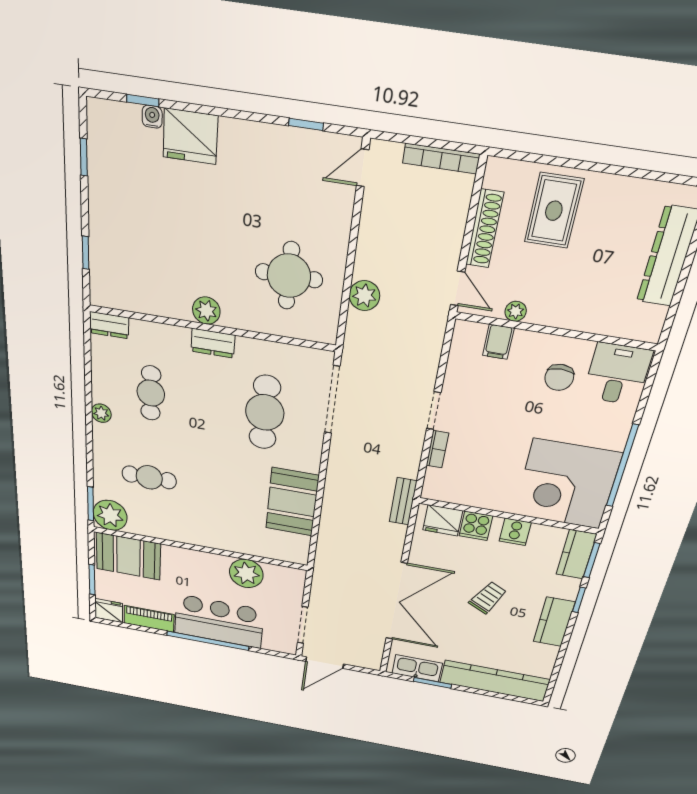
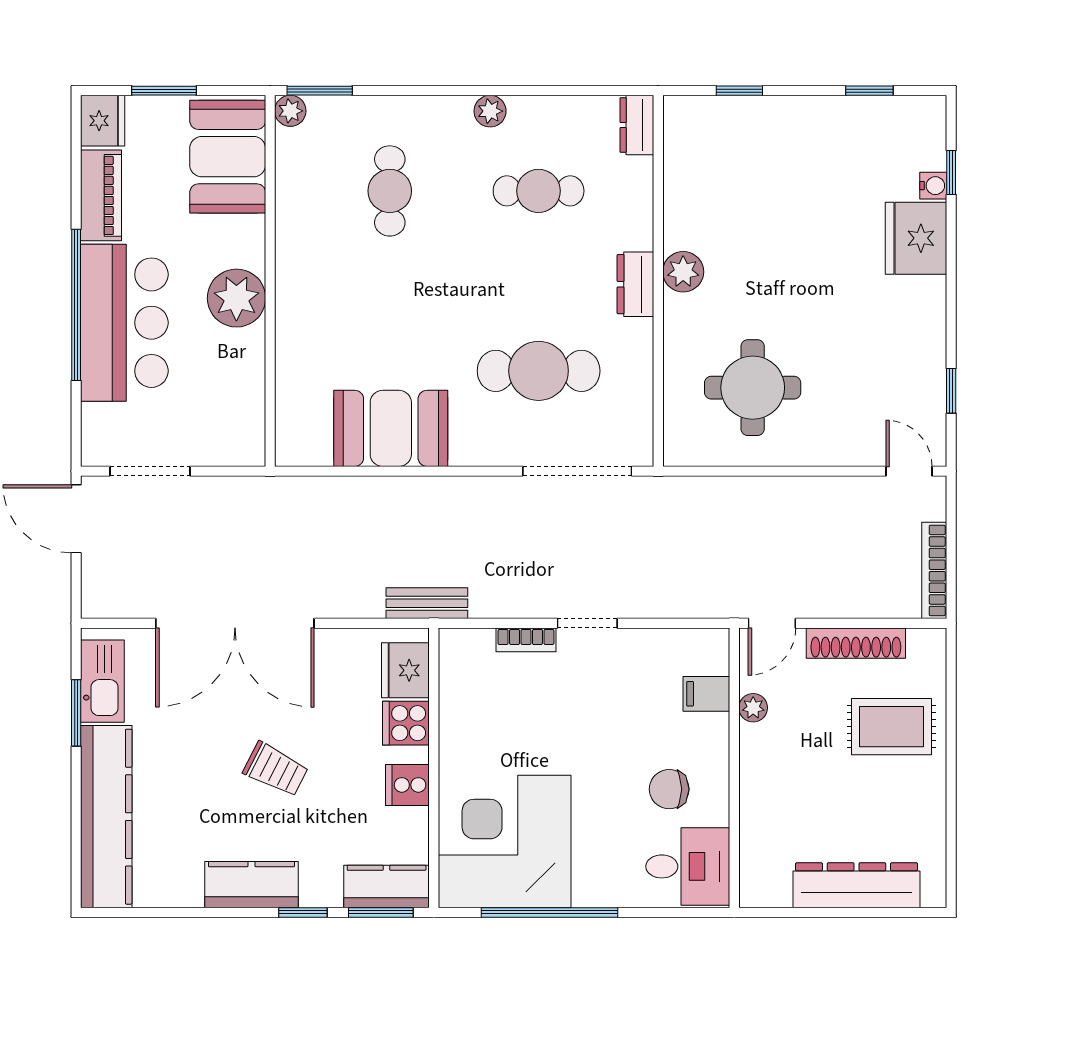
plant: (364, 296) -> (742, 497), removed
plant: (110, 515) -> (290, 111), width x0.53, depth x0.53
plant: (246, 573) -> (236, 298), moved

